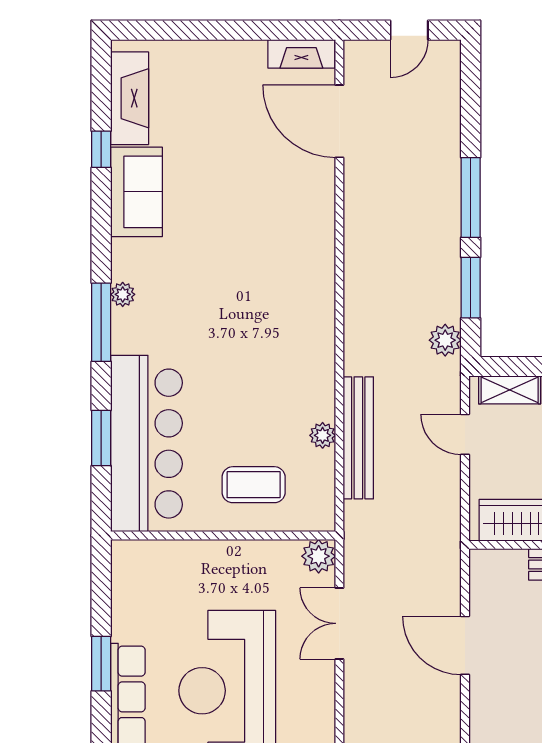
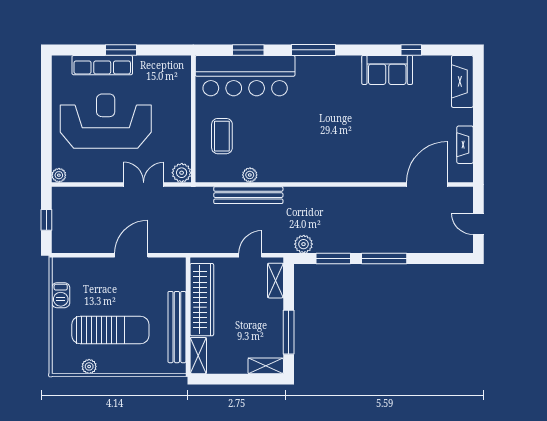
fireplace: (301, 54) -> (465, 145), moved
fireplace: (130, 98) -> (462, 81), moved, turned 90
plant: (123, 294) -> (329, 62), removed

